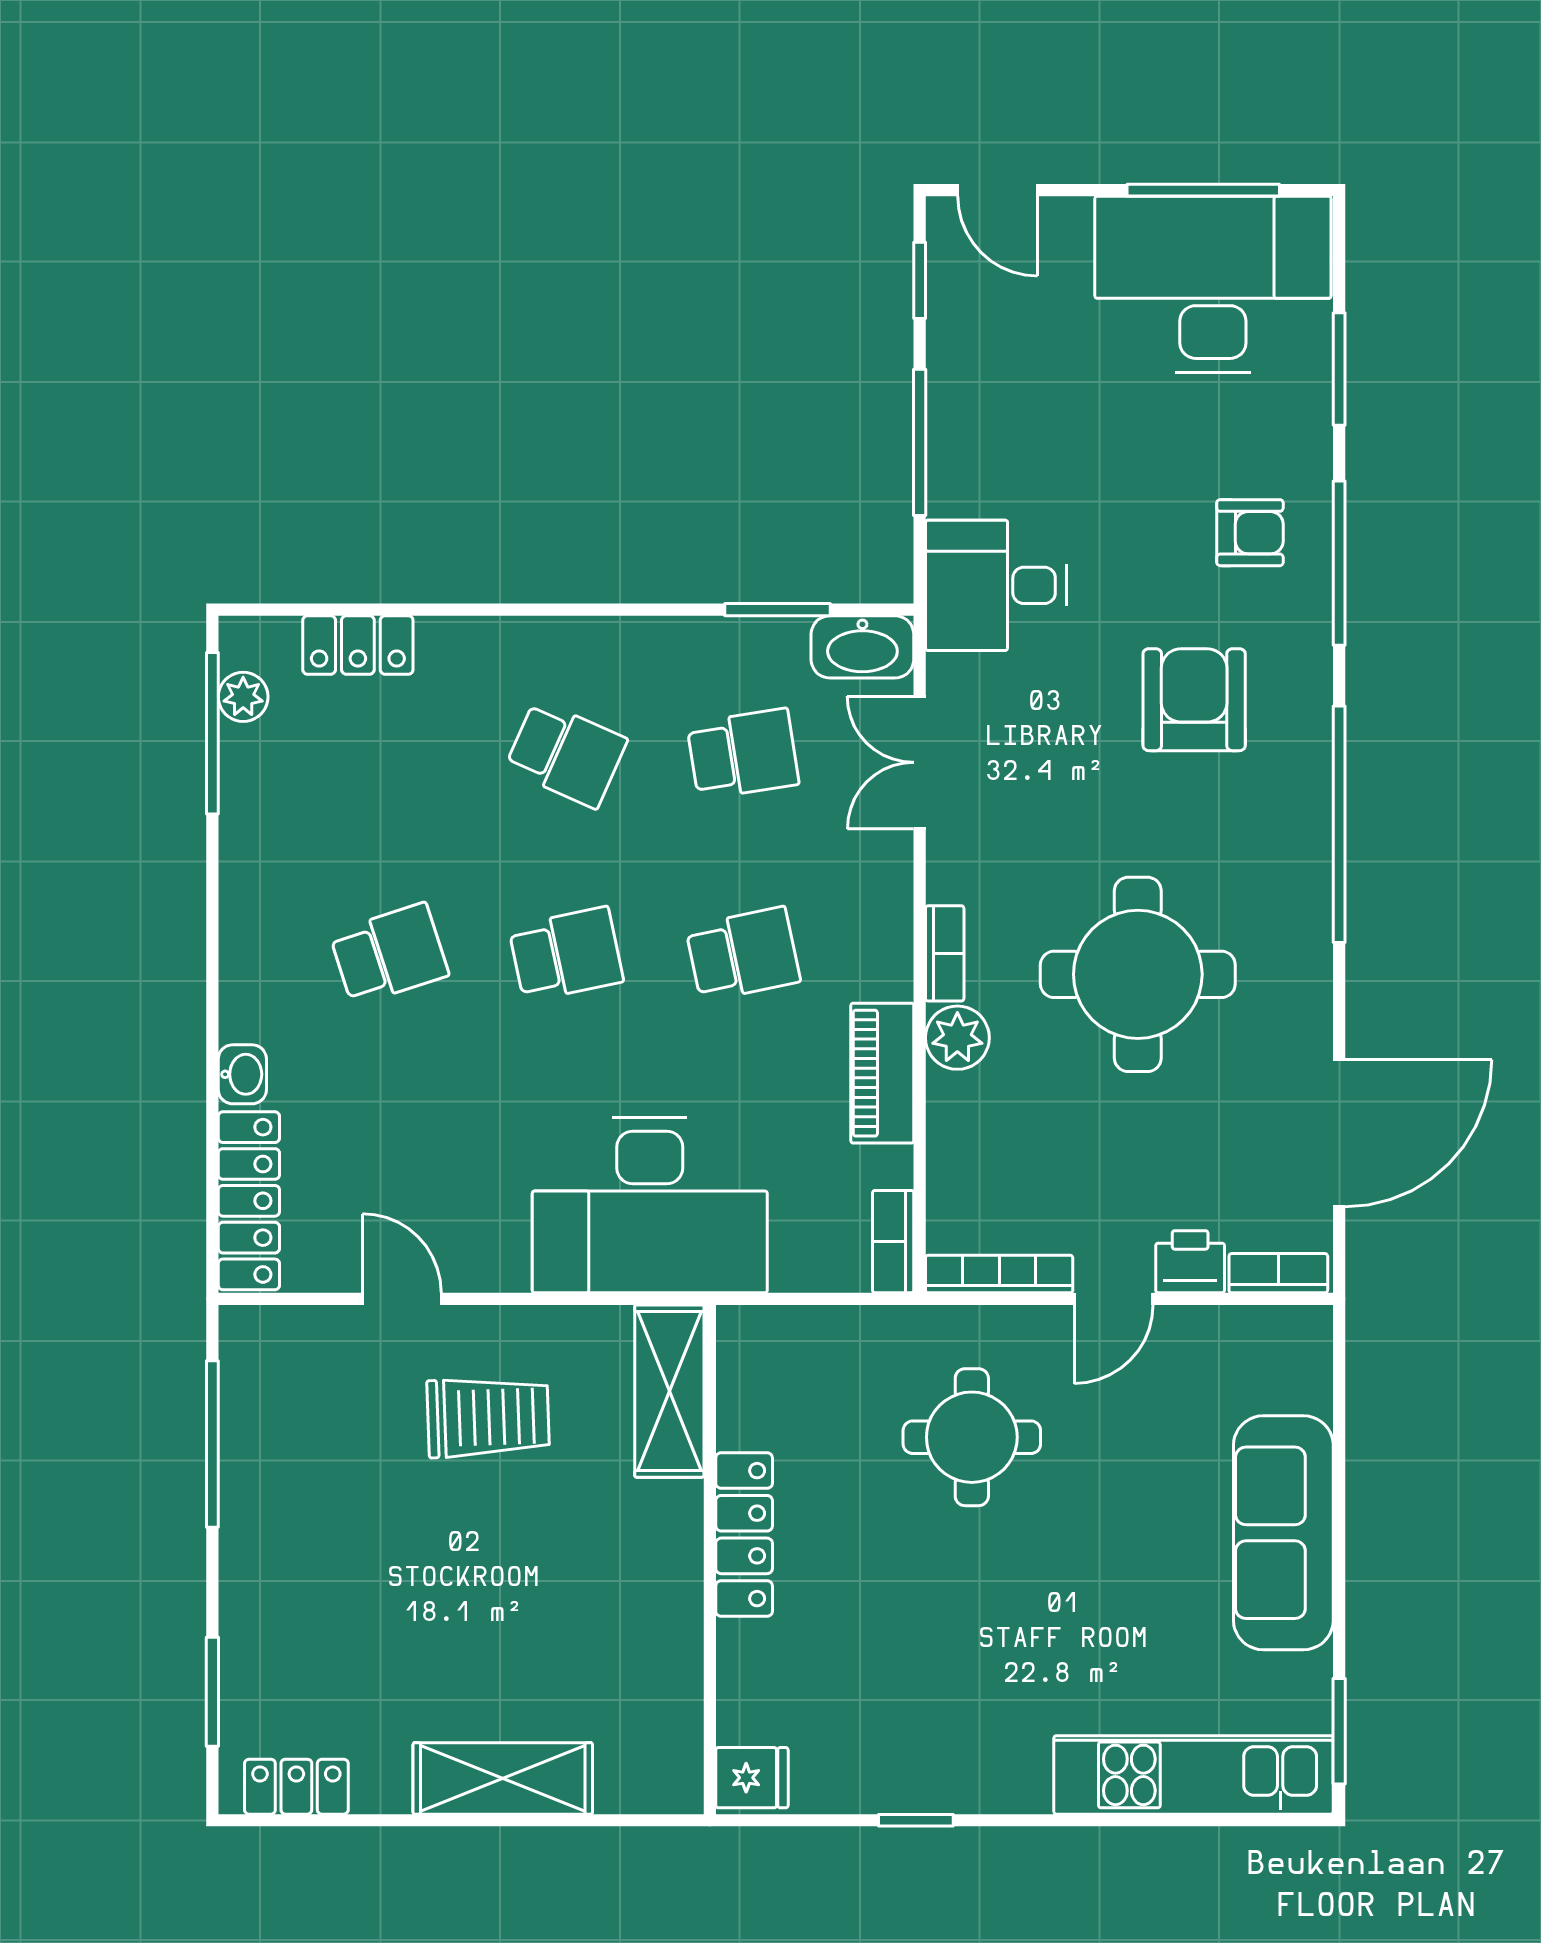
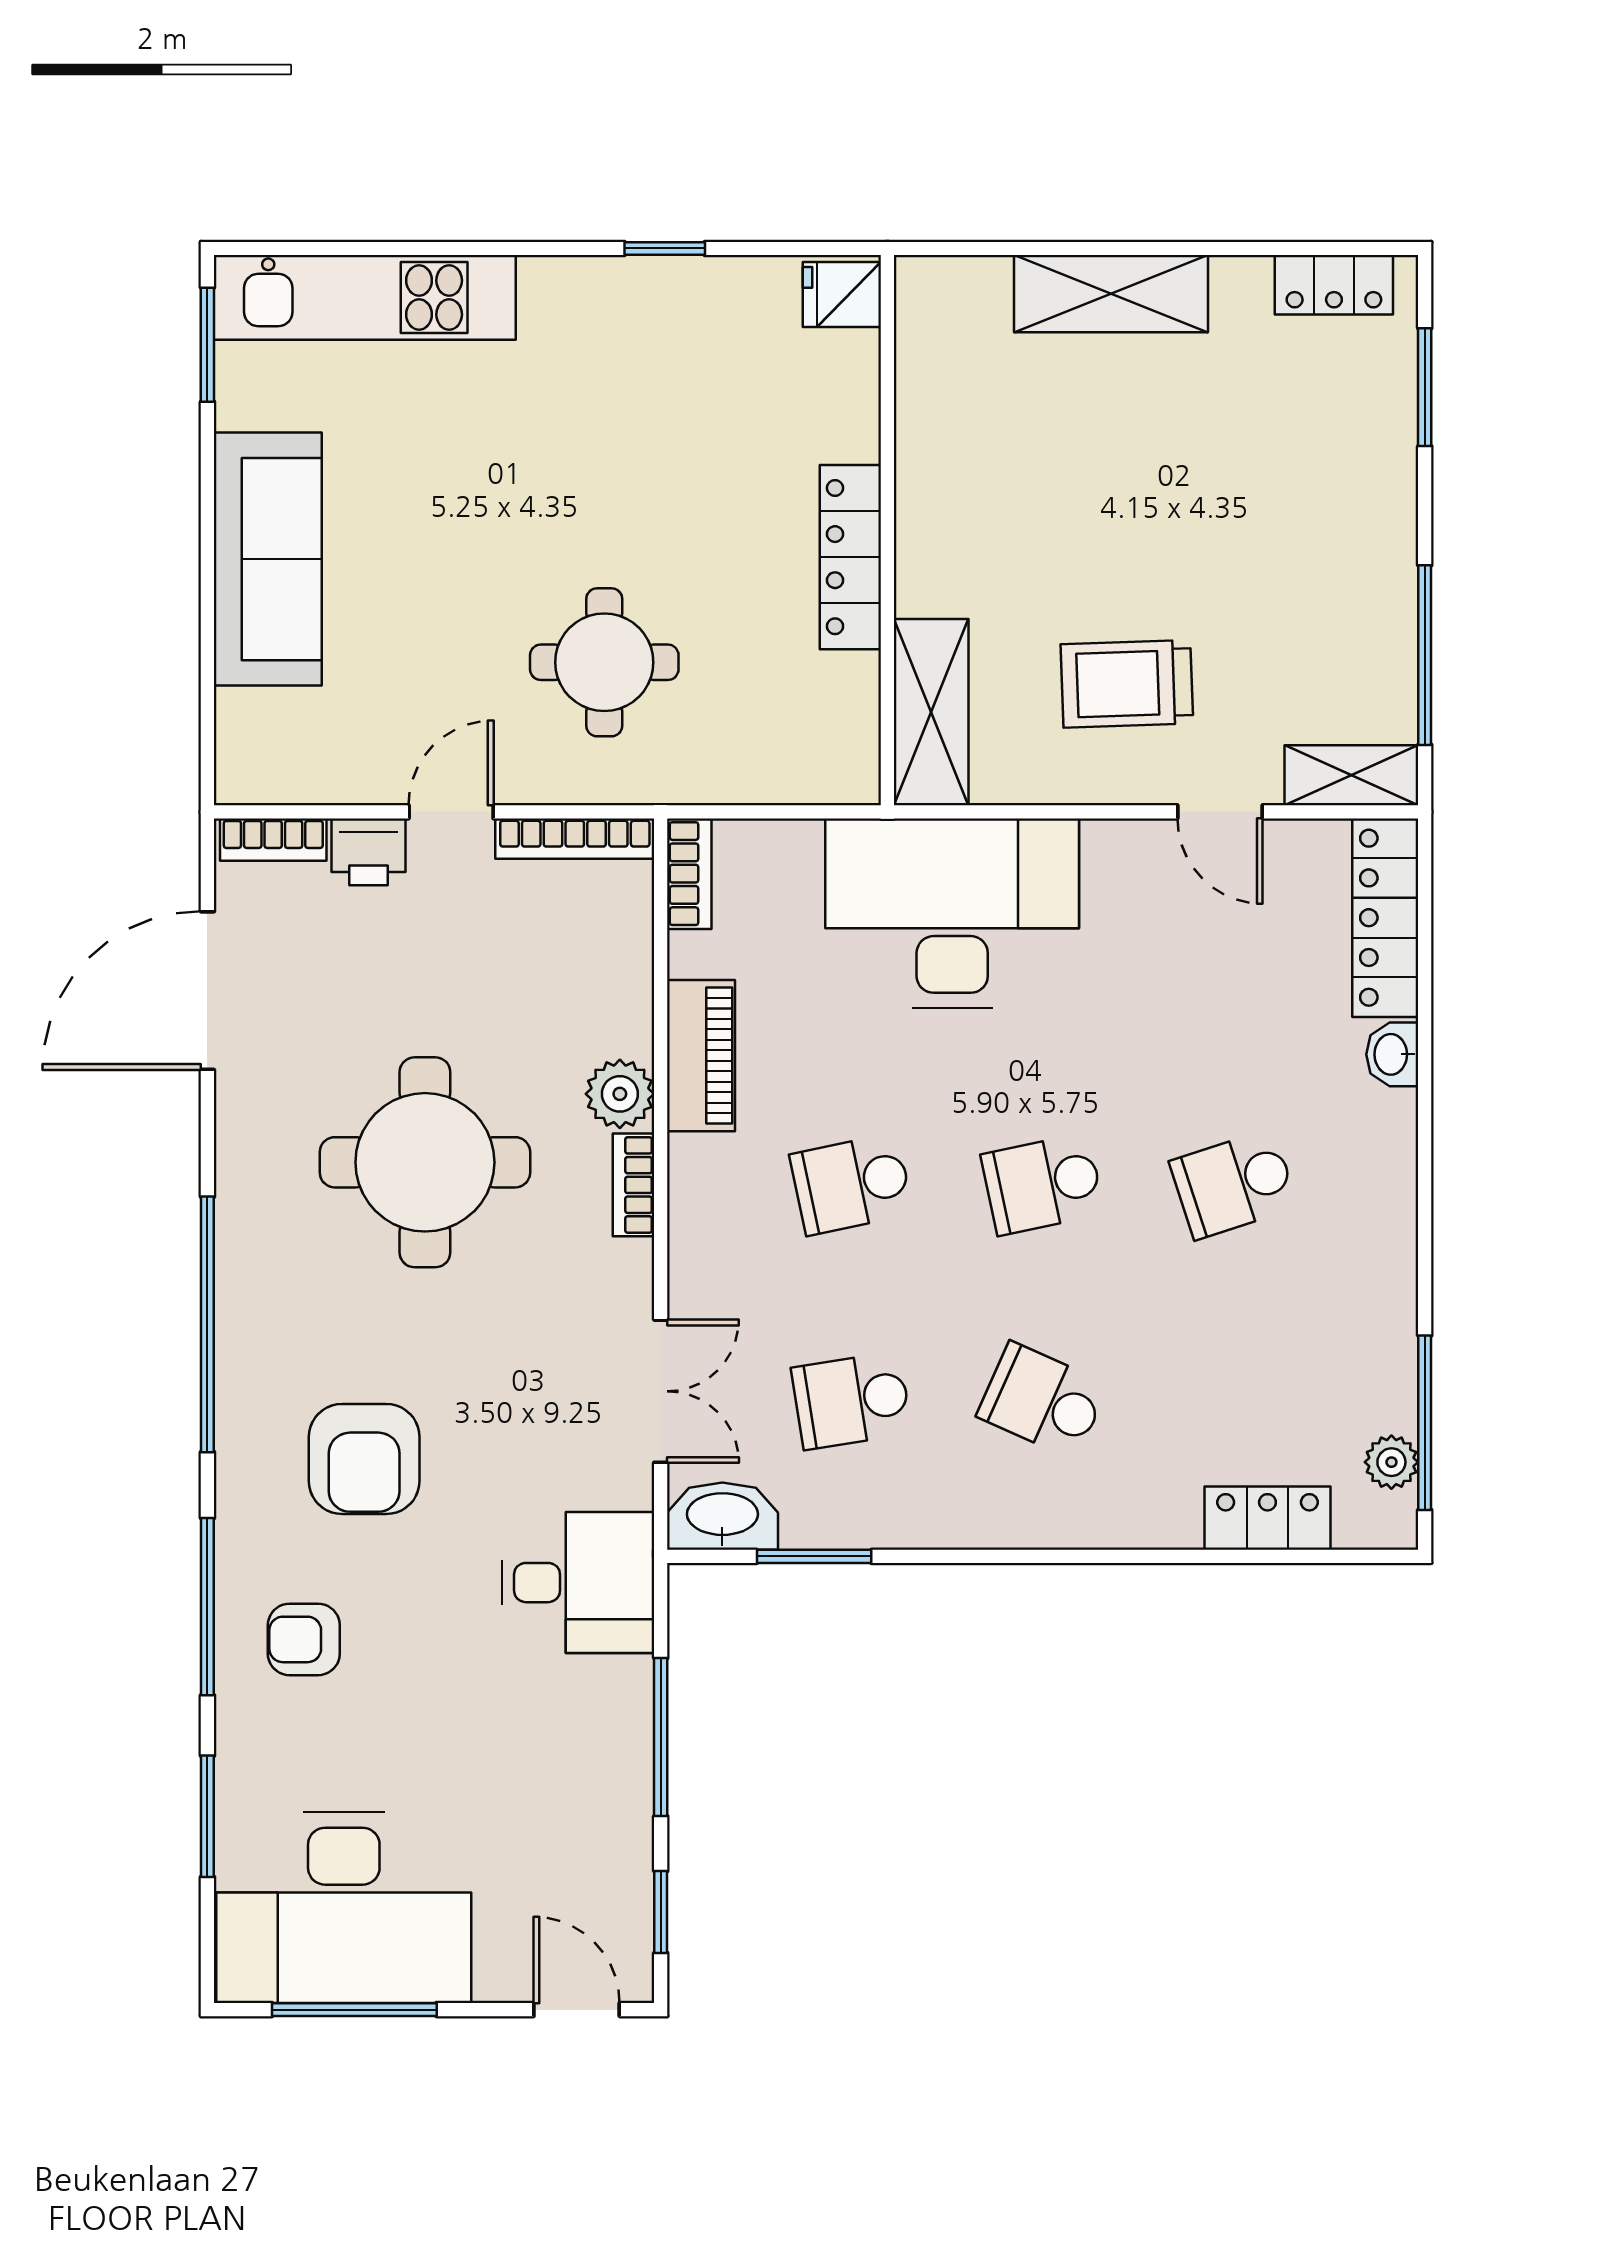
shelving: (280, 1333) -> (1351, 775), added

